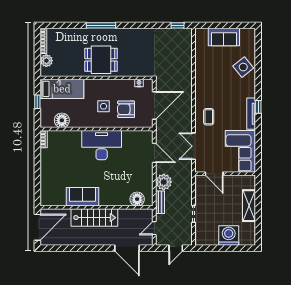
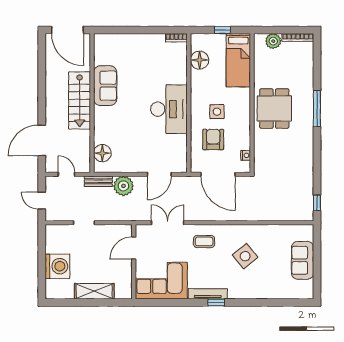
side table: (243, 67) -> (245, 256), moved

